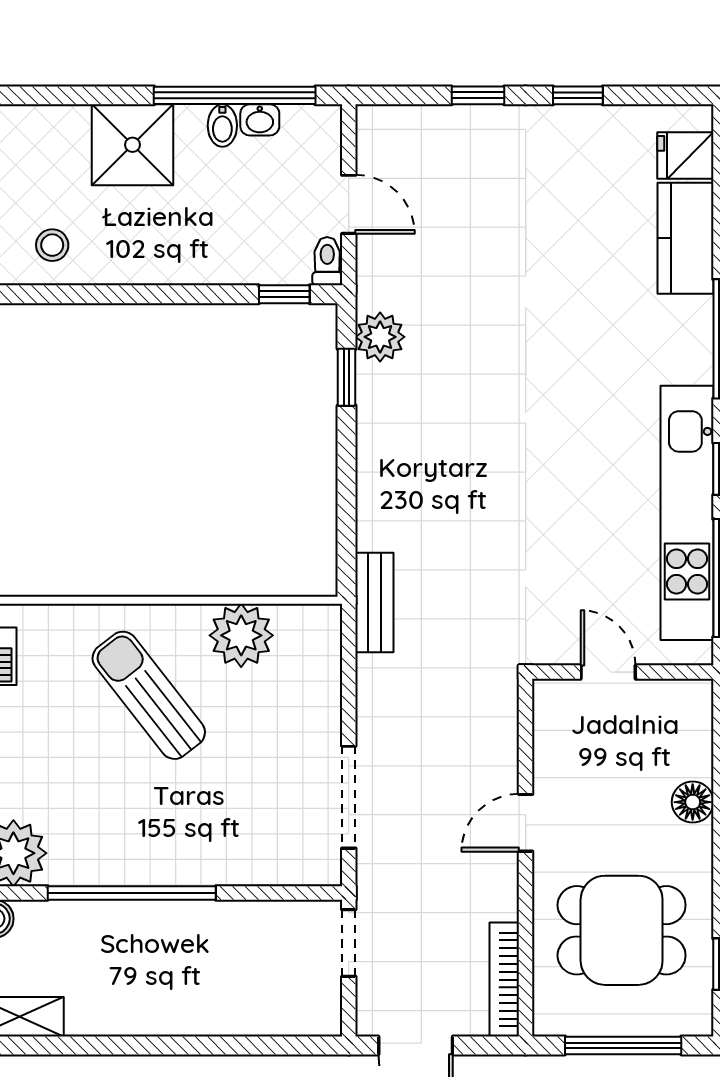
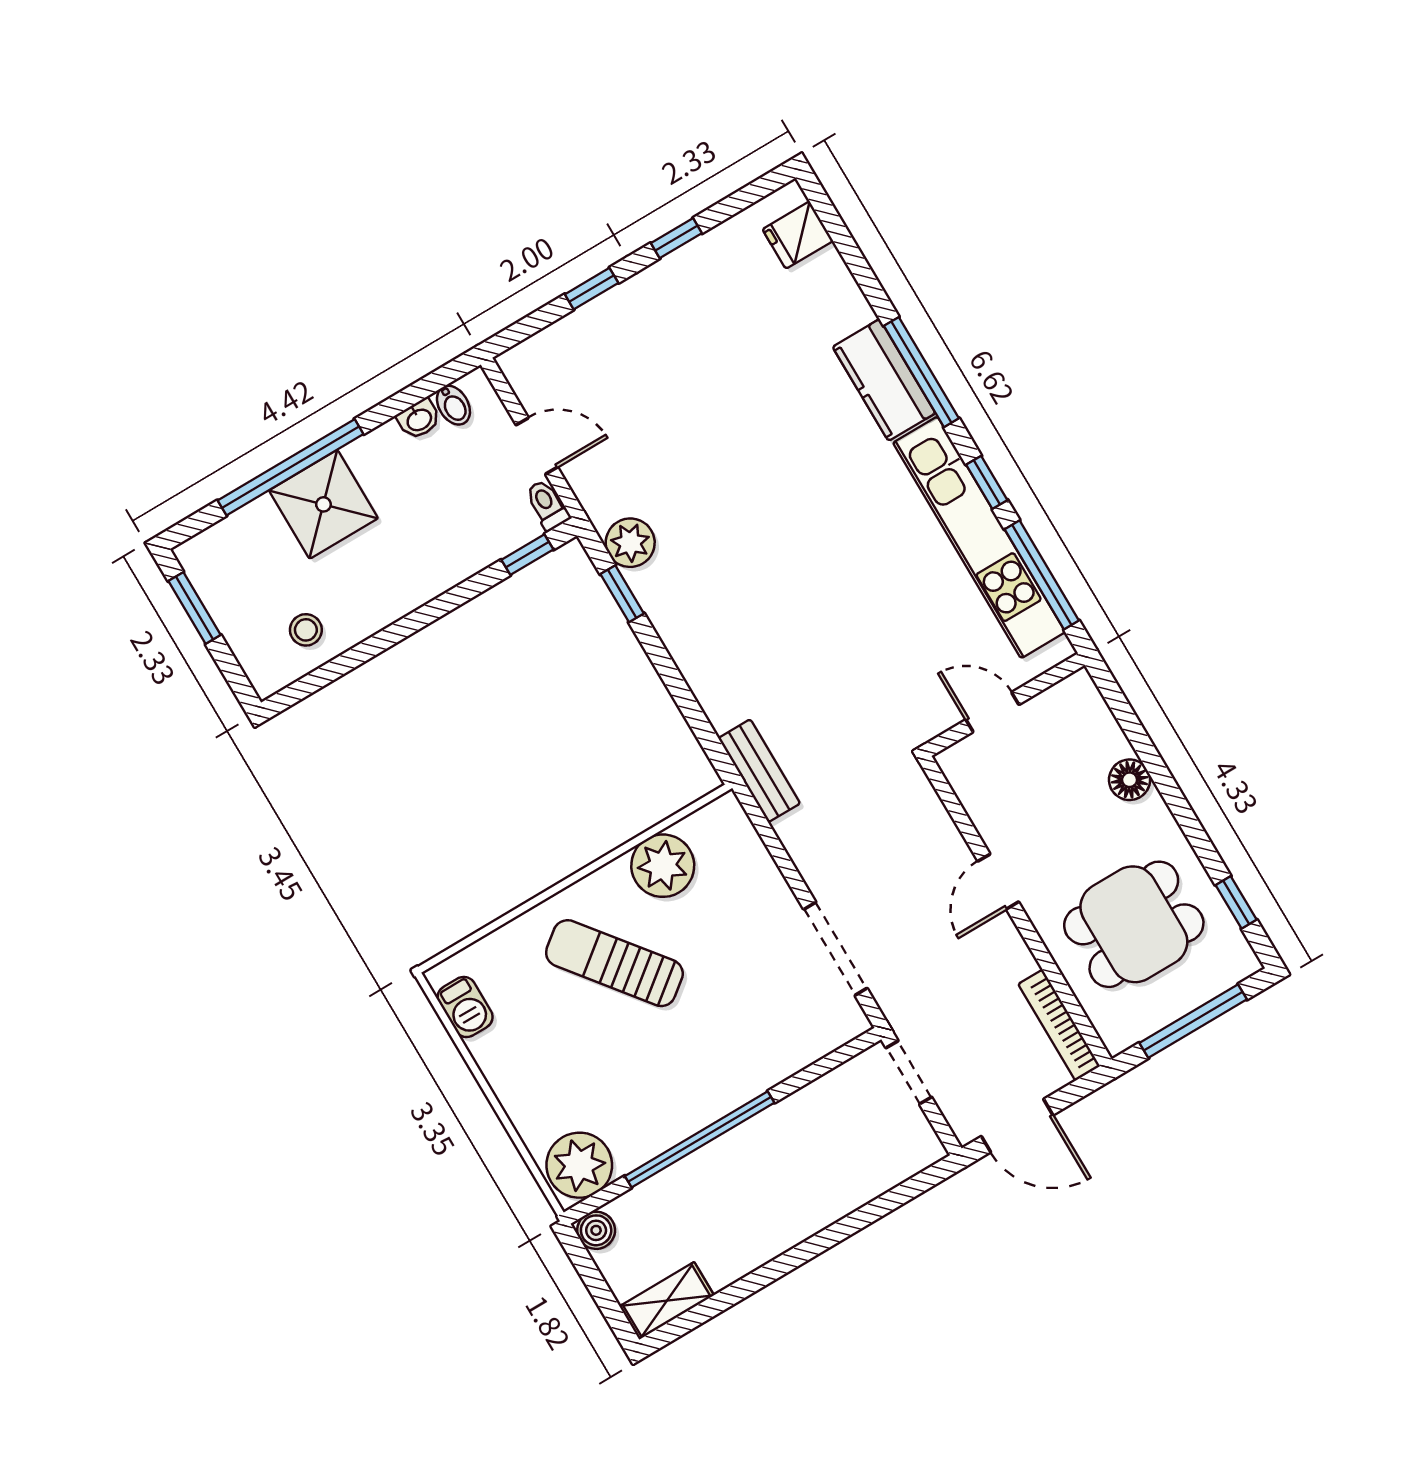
window: (235, 95) -> (291, 467), moved
bidet: (222, 126) -> (453, 405), moved
kitchen counter: (686, 238) -> (884, 380), moved

